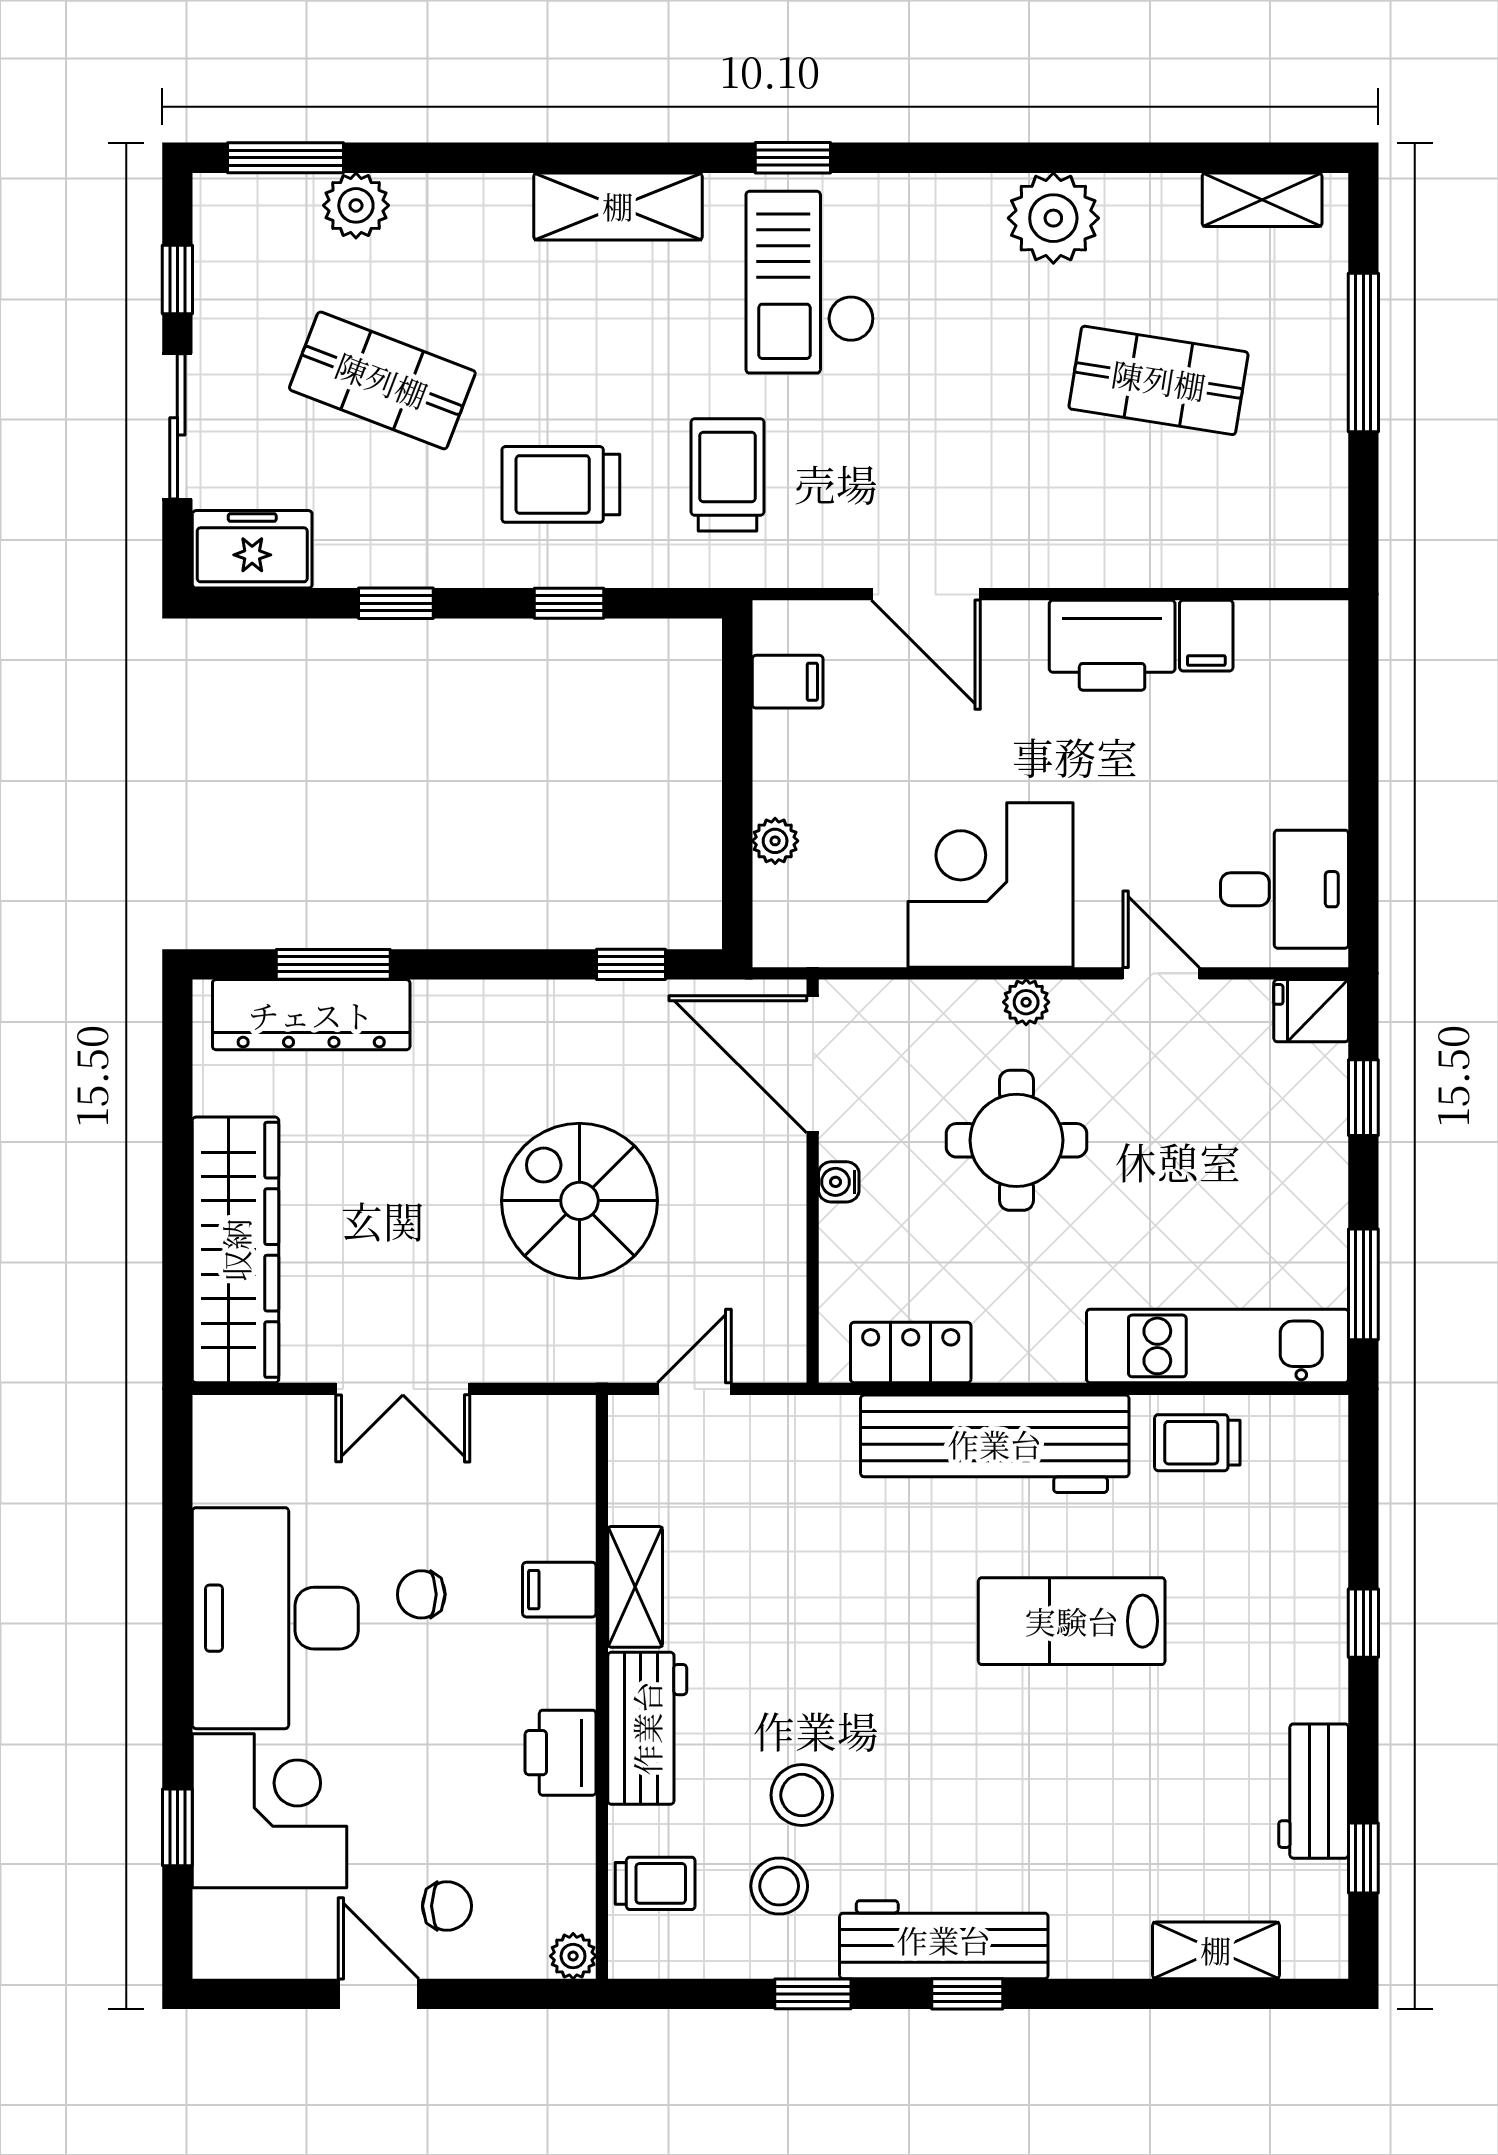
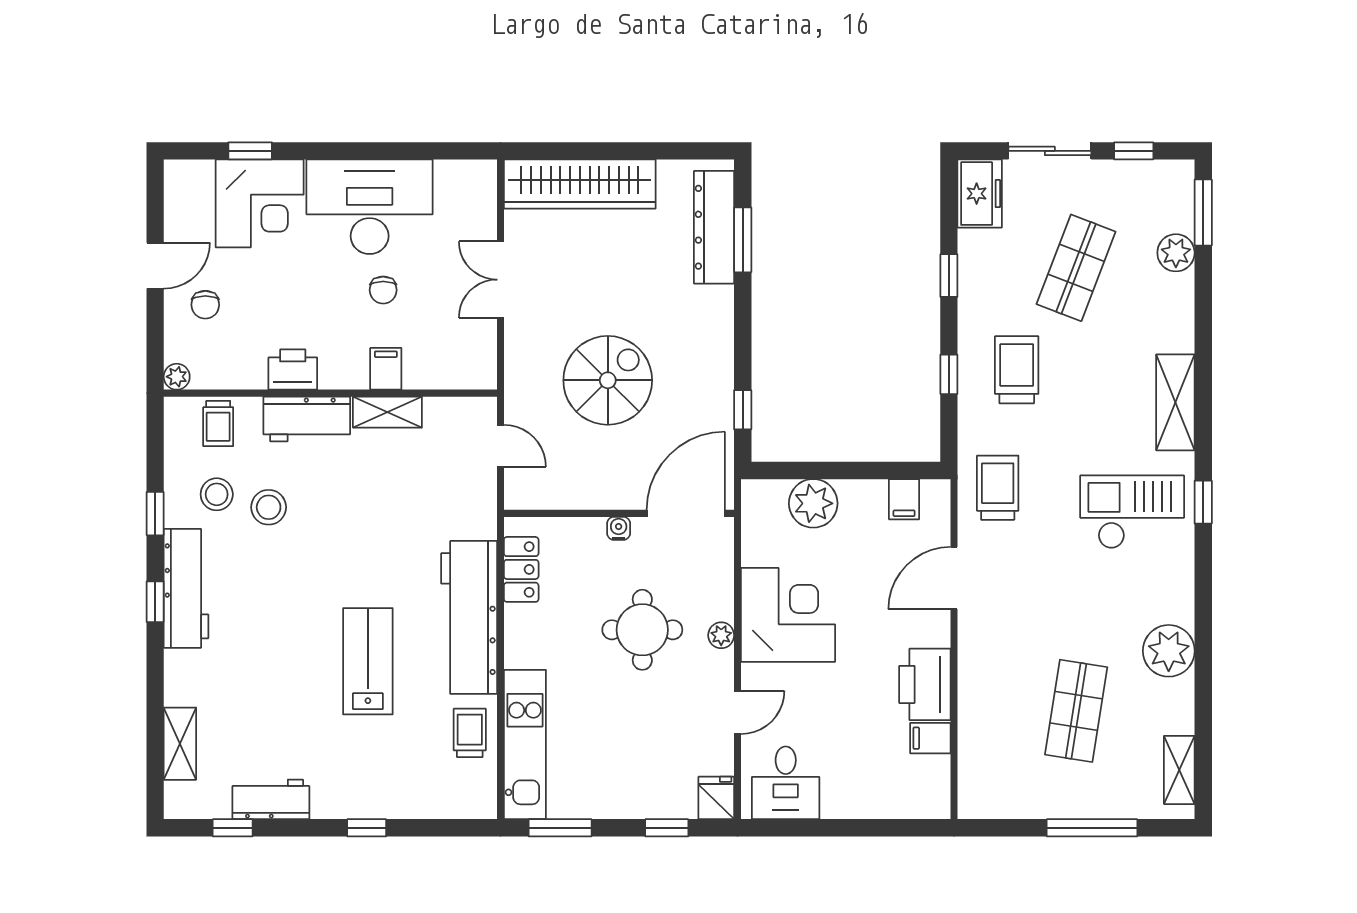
trolley: (727, 475) -> (998, 488), moved, turned -90
plant: (775, 841) -> (813, 503), width x1.88, depth x1.88
chair: (421, 1594) -> (383, 290), turned 180

